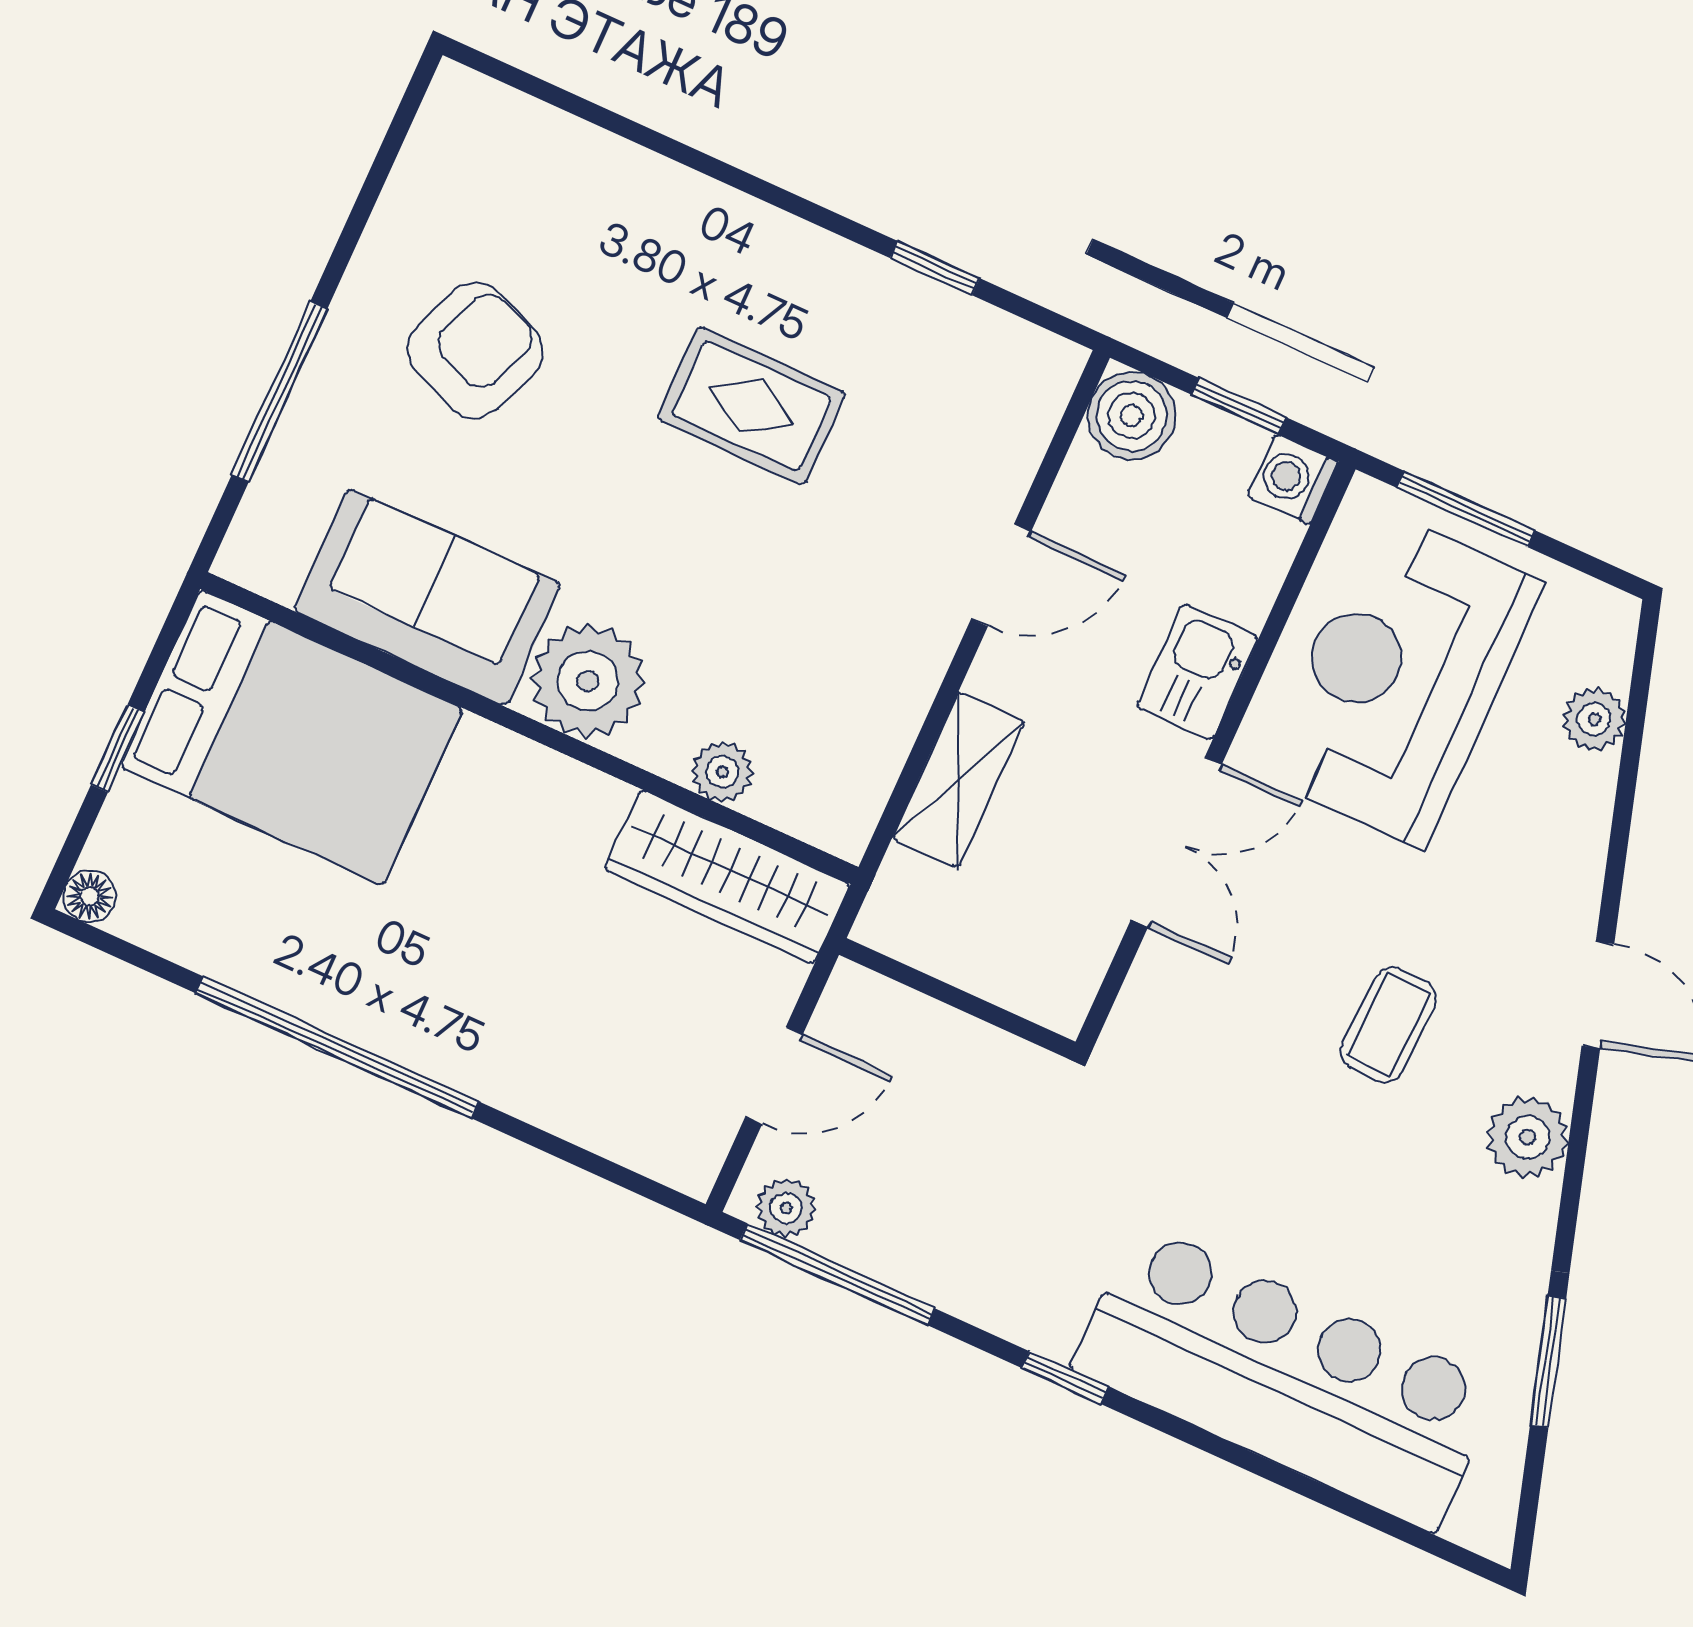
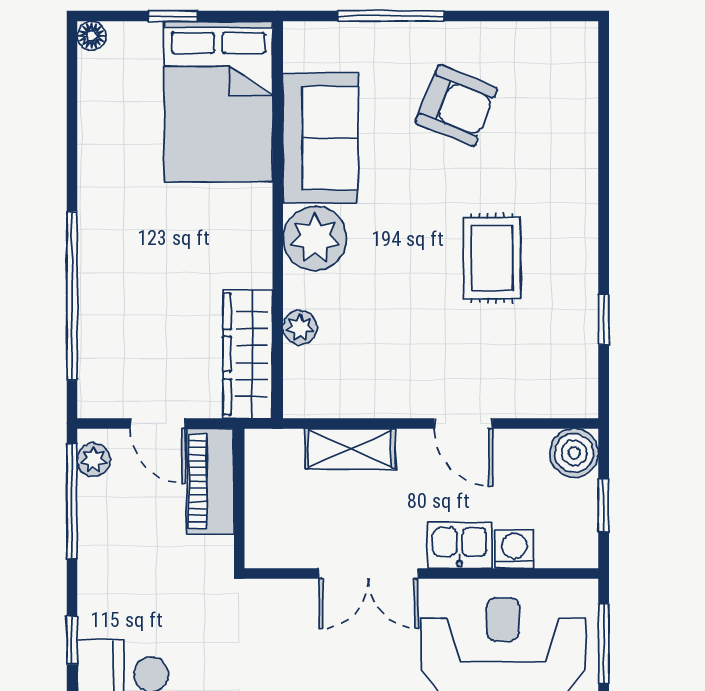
washing machine: (1293, 479) -> (514, 549), moved
piano: (908, 1033) -> (210, 481), added
window: (337, 1047) -> (72, 296), moved

